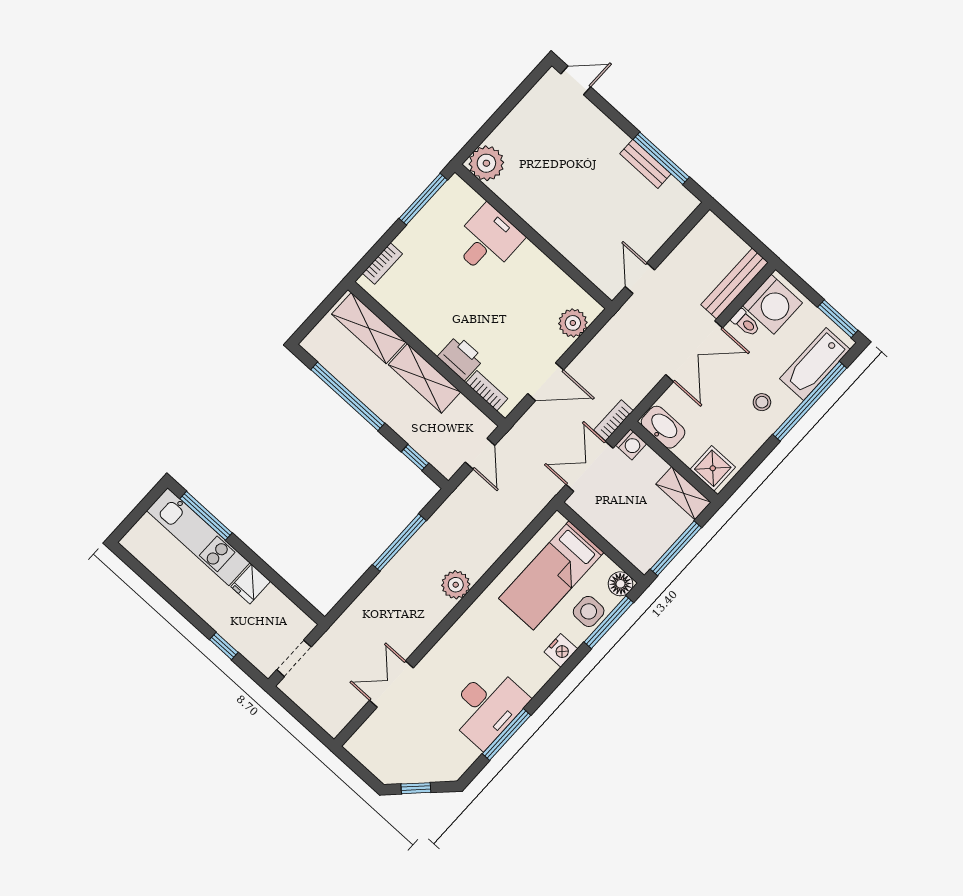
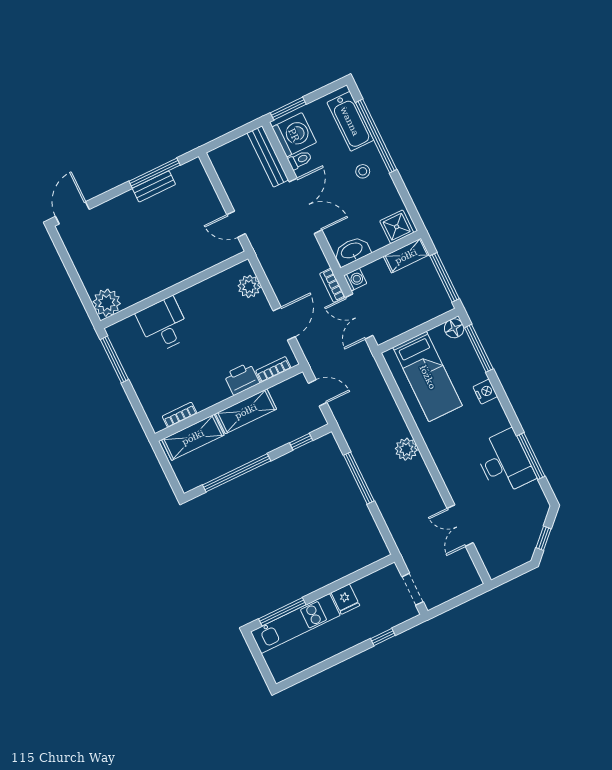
door: (576, 80) -> (72, 213), width x1.38
bookcase: (382, 264) -> (180, 415), moved, turned -90
window: (838, 319) -> (288, 109), moved
side table: (589, 611) -> (465, 360), removed

